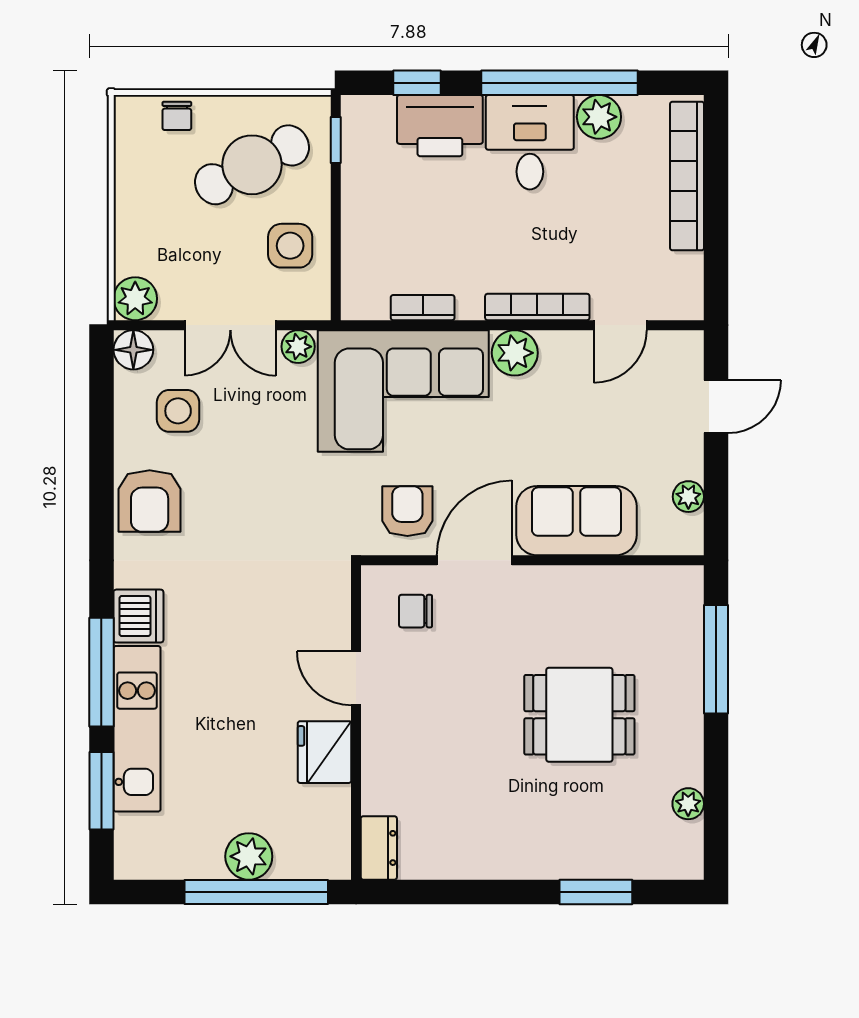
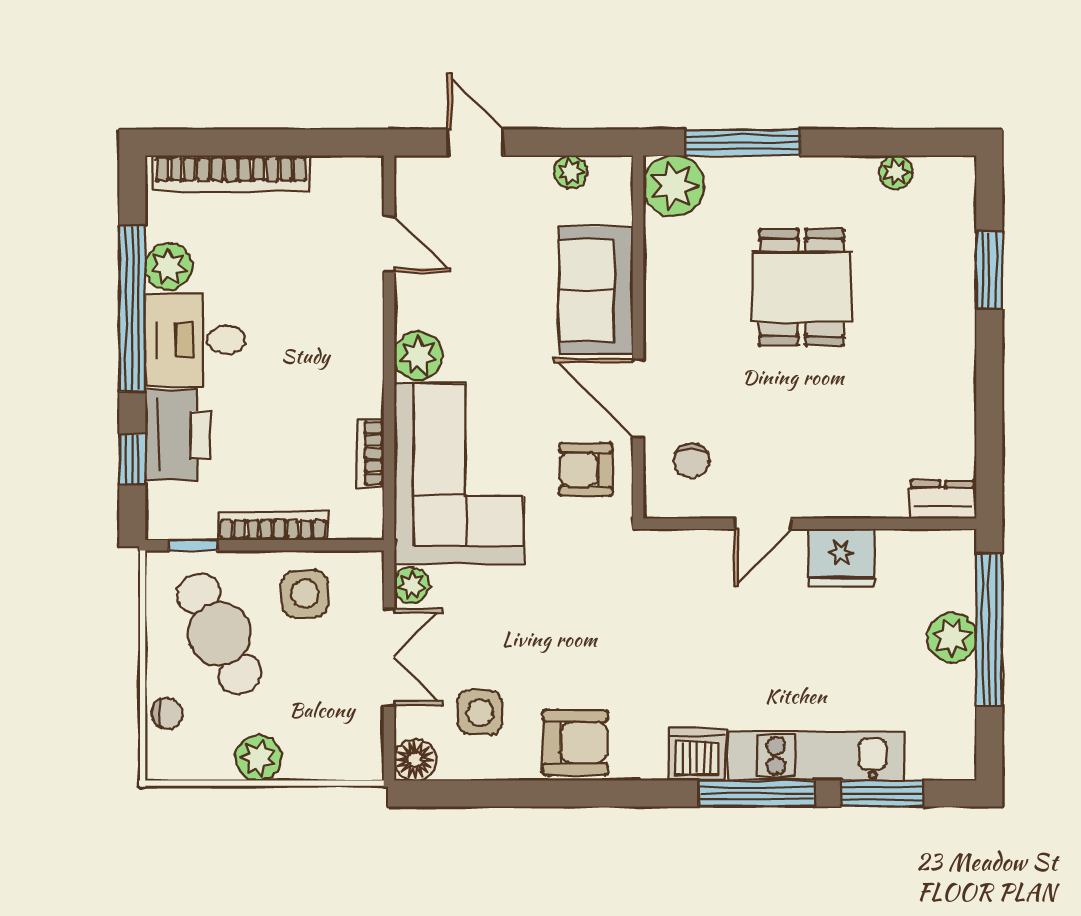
plant: (135, 299) -> (258, 758), moved
bookcase: (537, 307) -> (273, 526), moved, turned 90
plant: (675, 594) -> (674, 186), added

